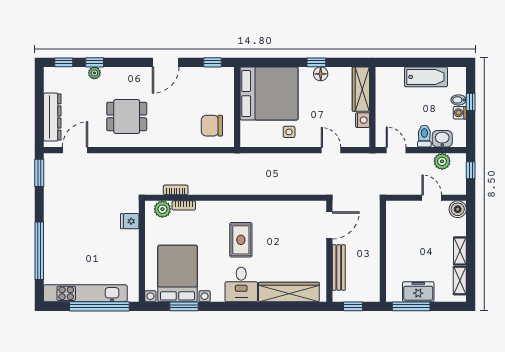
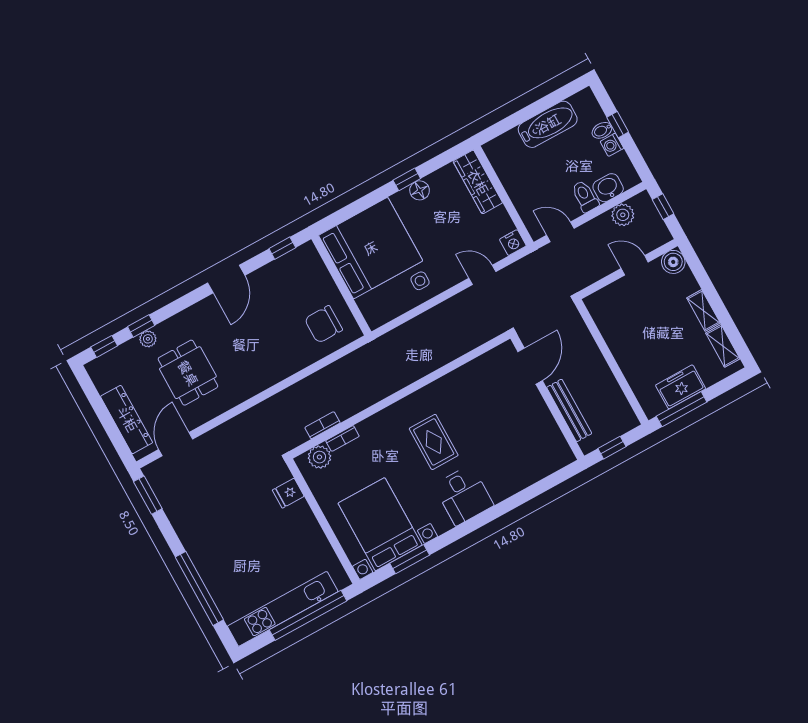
dining table: (127, 116) -> (188, 373), moved, turned 90
nightstand: (363, 120) -> (513, 243), moved, turned 90
wardrobe: (289, 292) -> (526, 473), removed

